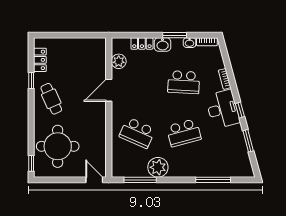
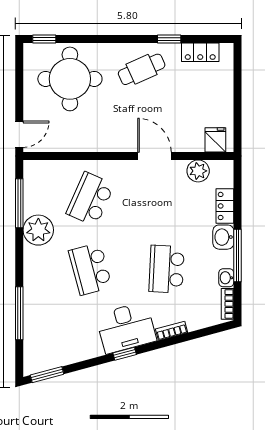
window: (175, 35) -> (238, 255), width x1.44
fridge: (98, 50) -> (215, 140), added
window: (248, 141) -> (47, 375), moved

